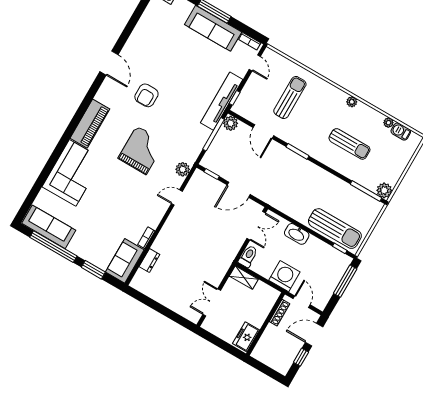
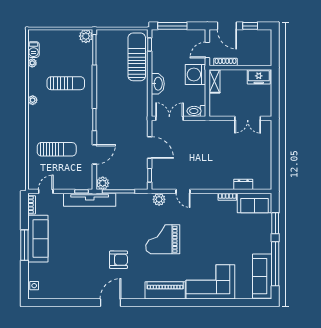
sun lounger: (290, 98) -> (57, 149), turned 180
sun lounger: (349, 144) -> (66, 83), turned 90
shelving: (244, 278) -> (215, 81), moved

